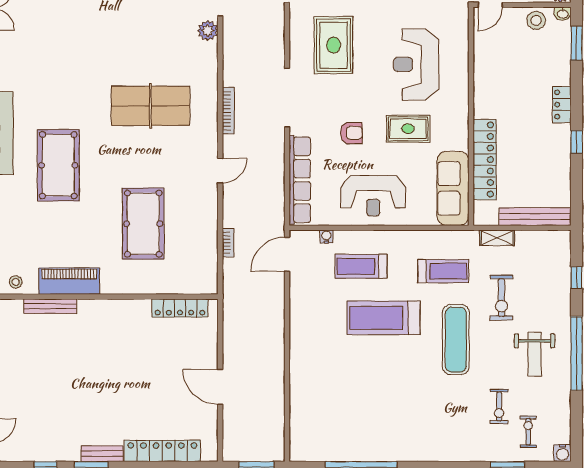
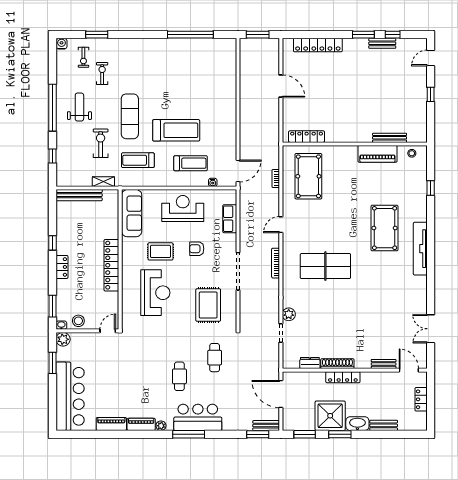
locker: (485, 160) -> (111, 265), moved
row of seats: (300, 180) -> (230, 219), width x0.50
pool table: (143, 224) -> (308, 176), moved
bench: (102, 454) -> (382, 43), moved

